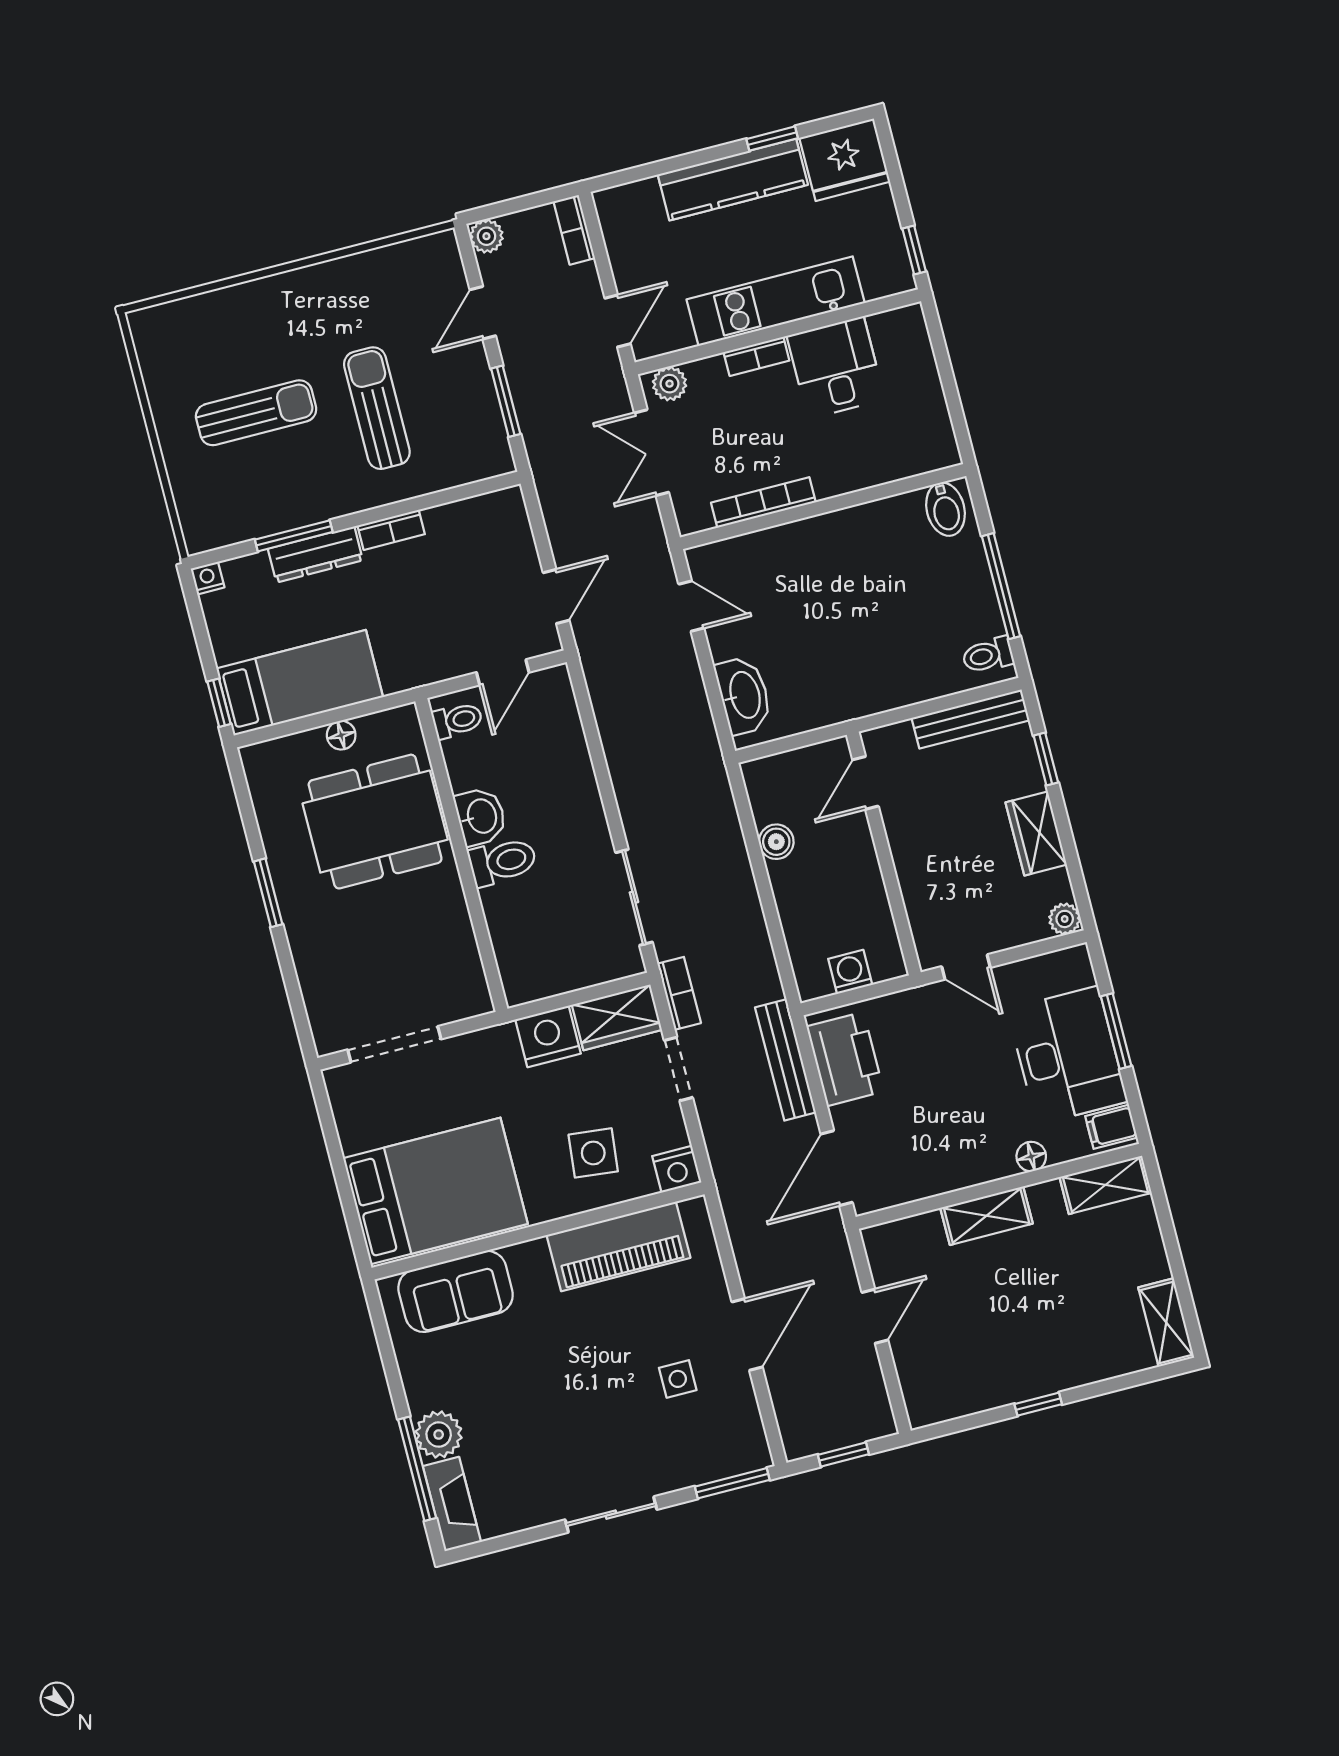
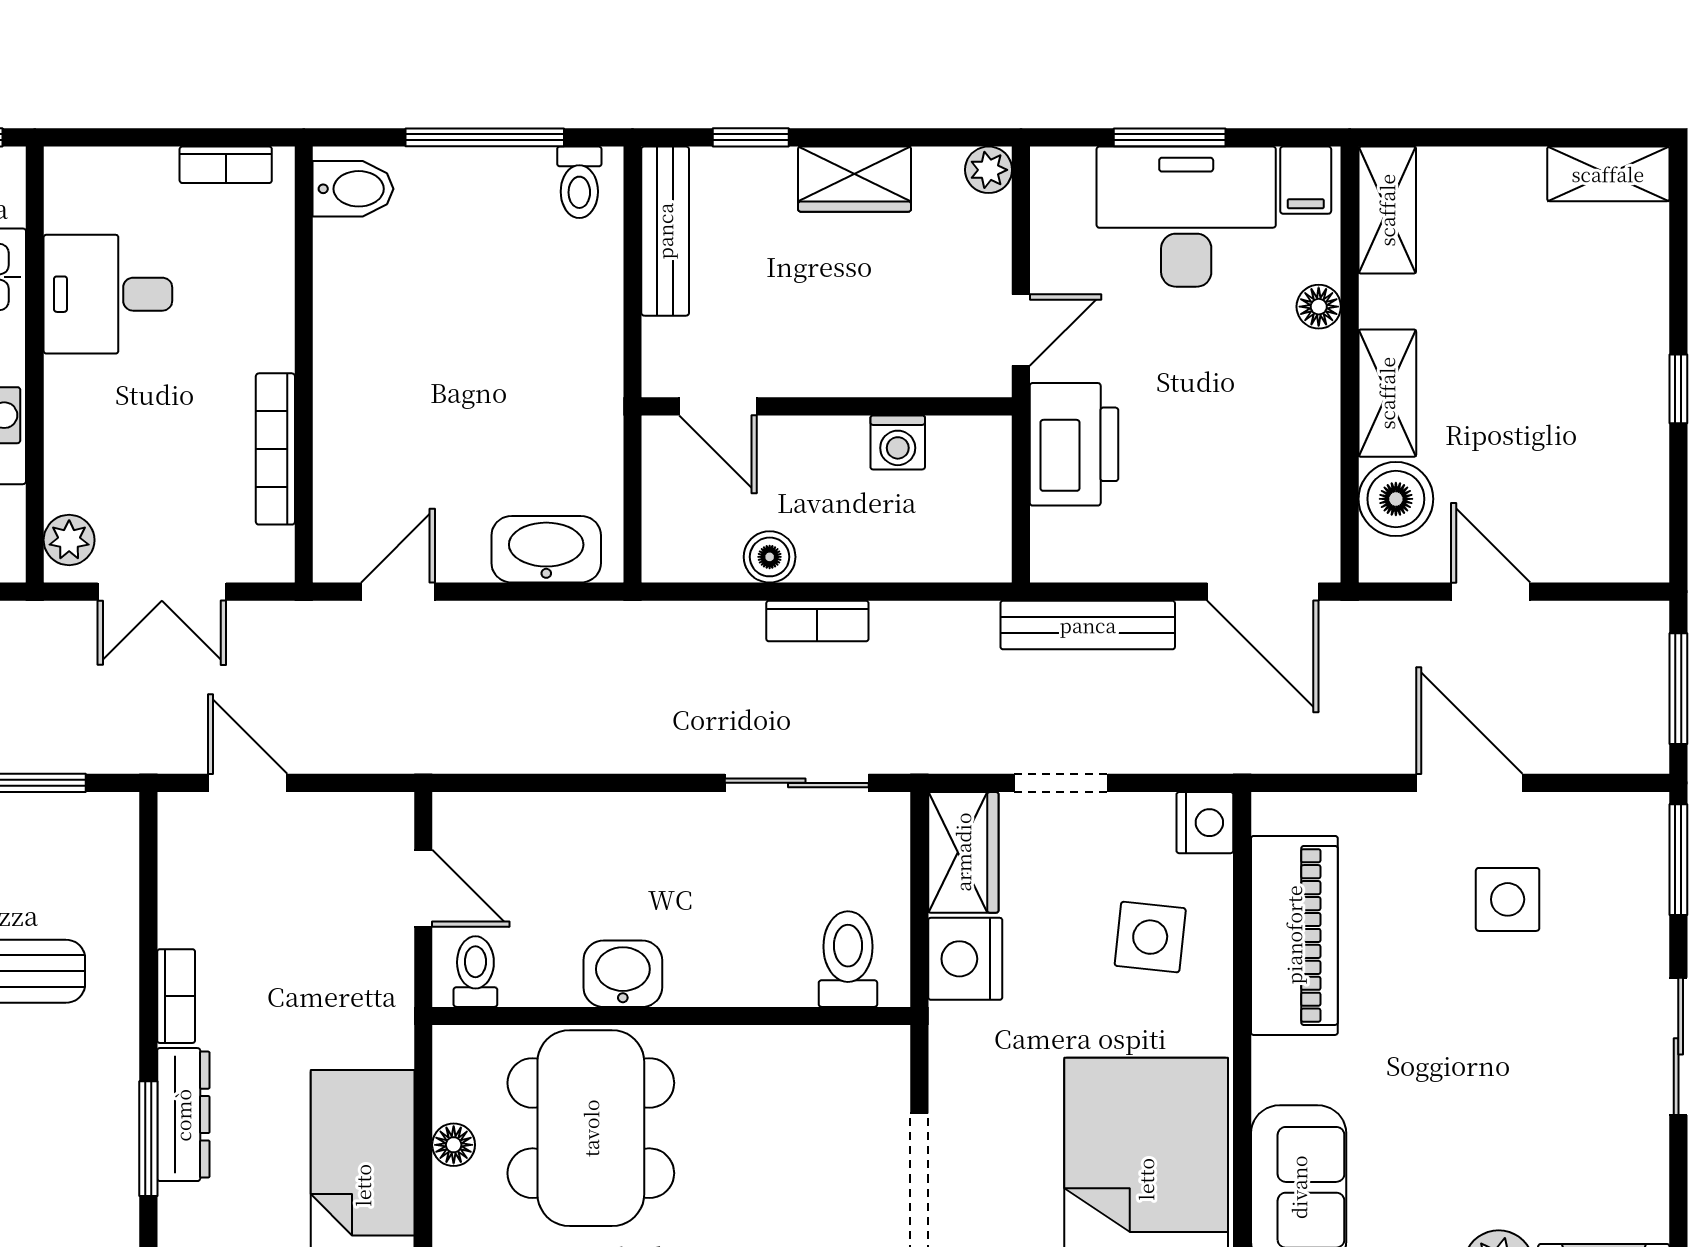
bookcase: (756, 356) -> (226, 165), moved, turned 90
door: (556, 596) -> (248, 783), moved
toilet: (503, 862) -> (848, 959), moved
washing machine: (850, 972) -> (898, 442), moved, turned -90
bookcase: (679, 993) -> (817, 621), moved, turned 180
printer: (845, 1059) -> (1074, 444), moved, turned 90
boiler: (919, 1239) -> (1396, 499), added
side table: (678, 1379) -> (1508, 899), width x1.37, depth x1.37
window: (843, 1454) -> (1678, 689), width x1.50

